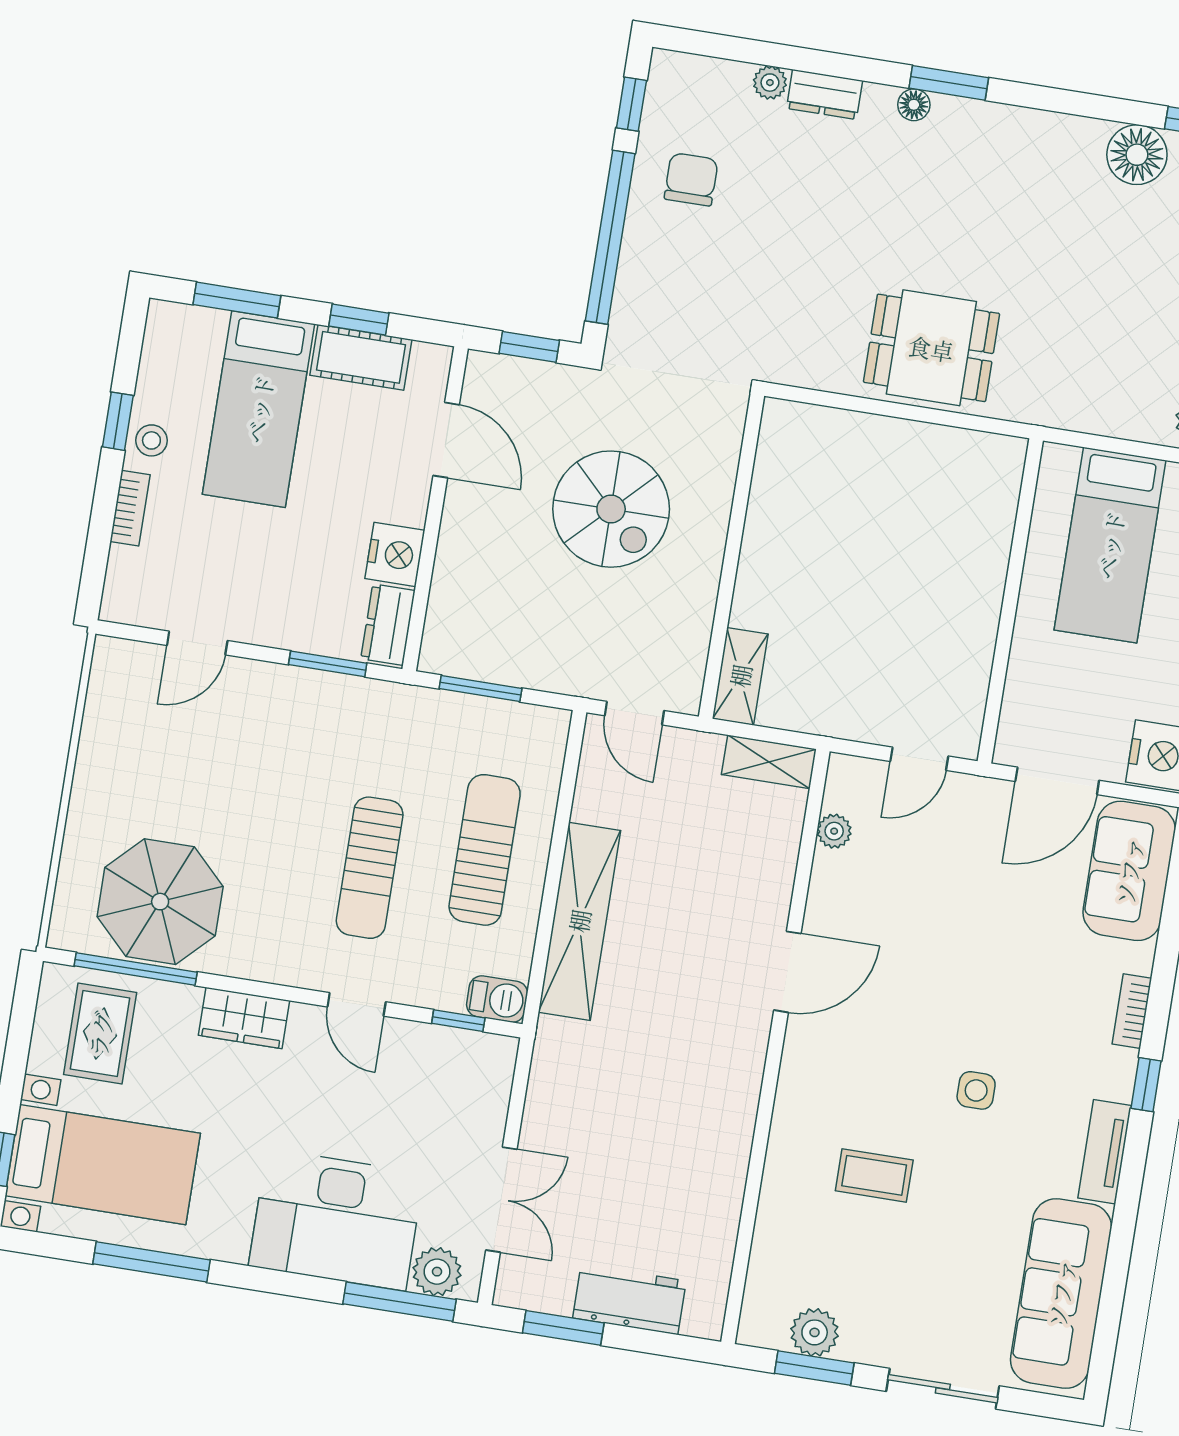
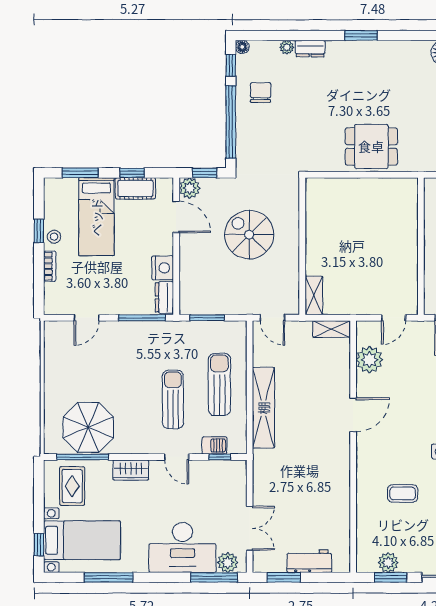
floor lamp: (914, 105) -> (242, 47), moved
plant: (488, 377) -> (190, 188), added
spiral stairs: (611, 509) -> (249, 235), turned 180
window: (328, 664) -> (142, 318), width x1.44
plant: (834, 831) -> (369, 360), width x1.87, depth x1.87
sun lounger: (370, 868) -> (173, 399), turned 180
barbecue: (497, 999) -> (214, 445), moved

